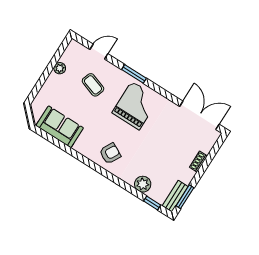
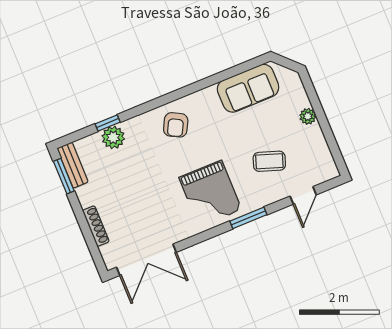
plant: (60, 68) -> (308, 116), moved
shoe rack: (198, 162) -> (96, 226), width x1.43
window: (152, 203) -> (108, 123), moved

